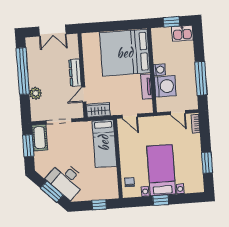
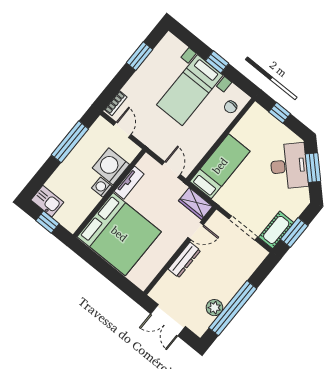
double door: (52, 30) -> (168, 320), swing flipped
plant: (36, 93) -> (214, 308), moved

